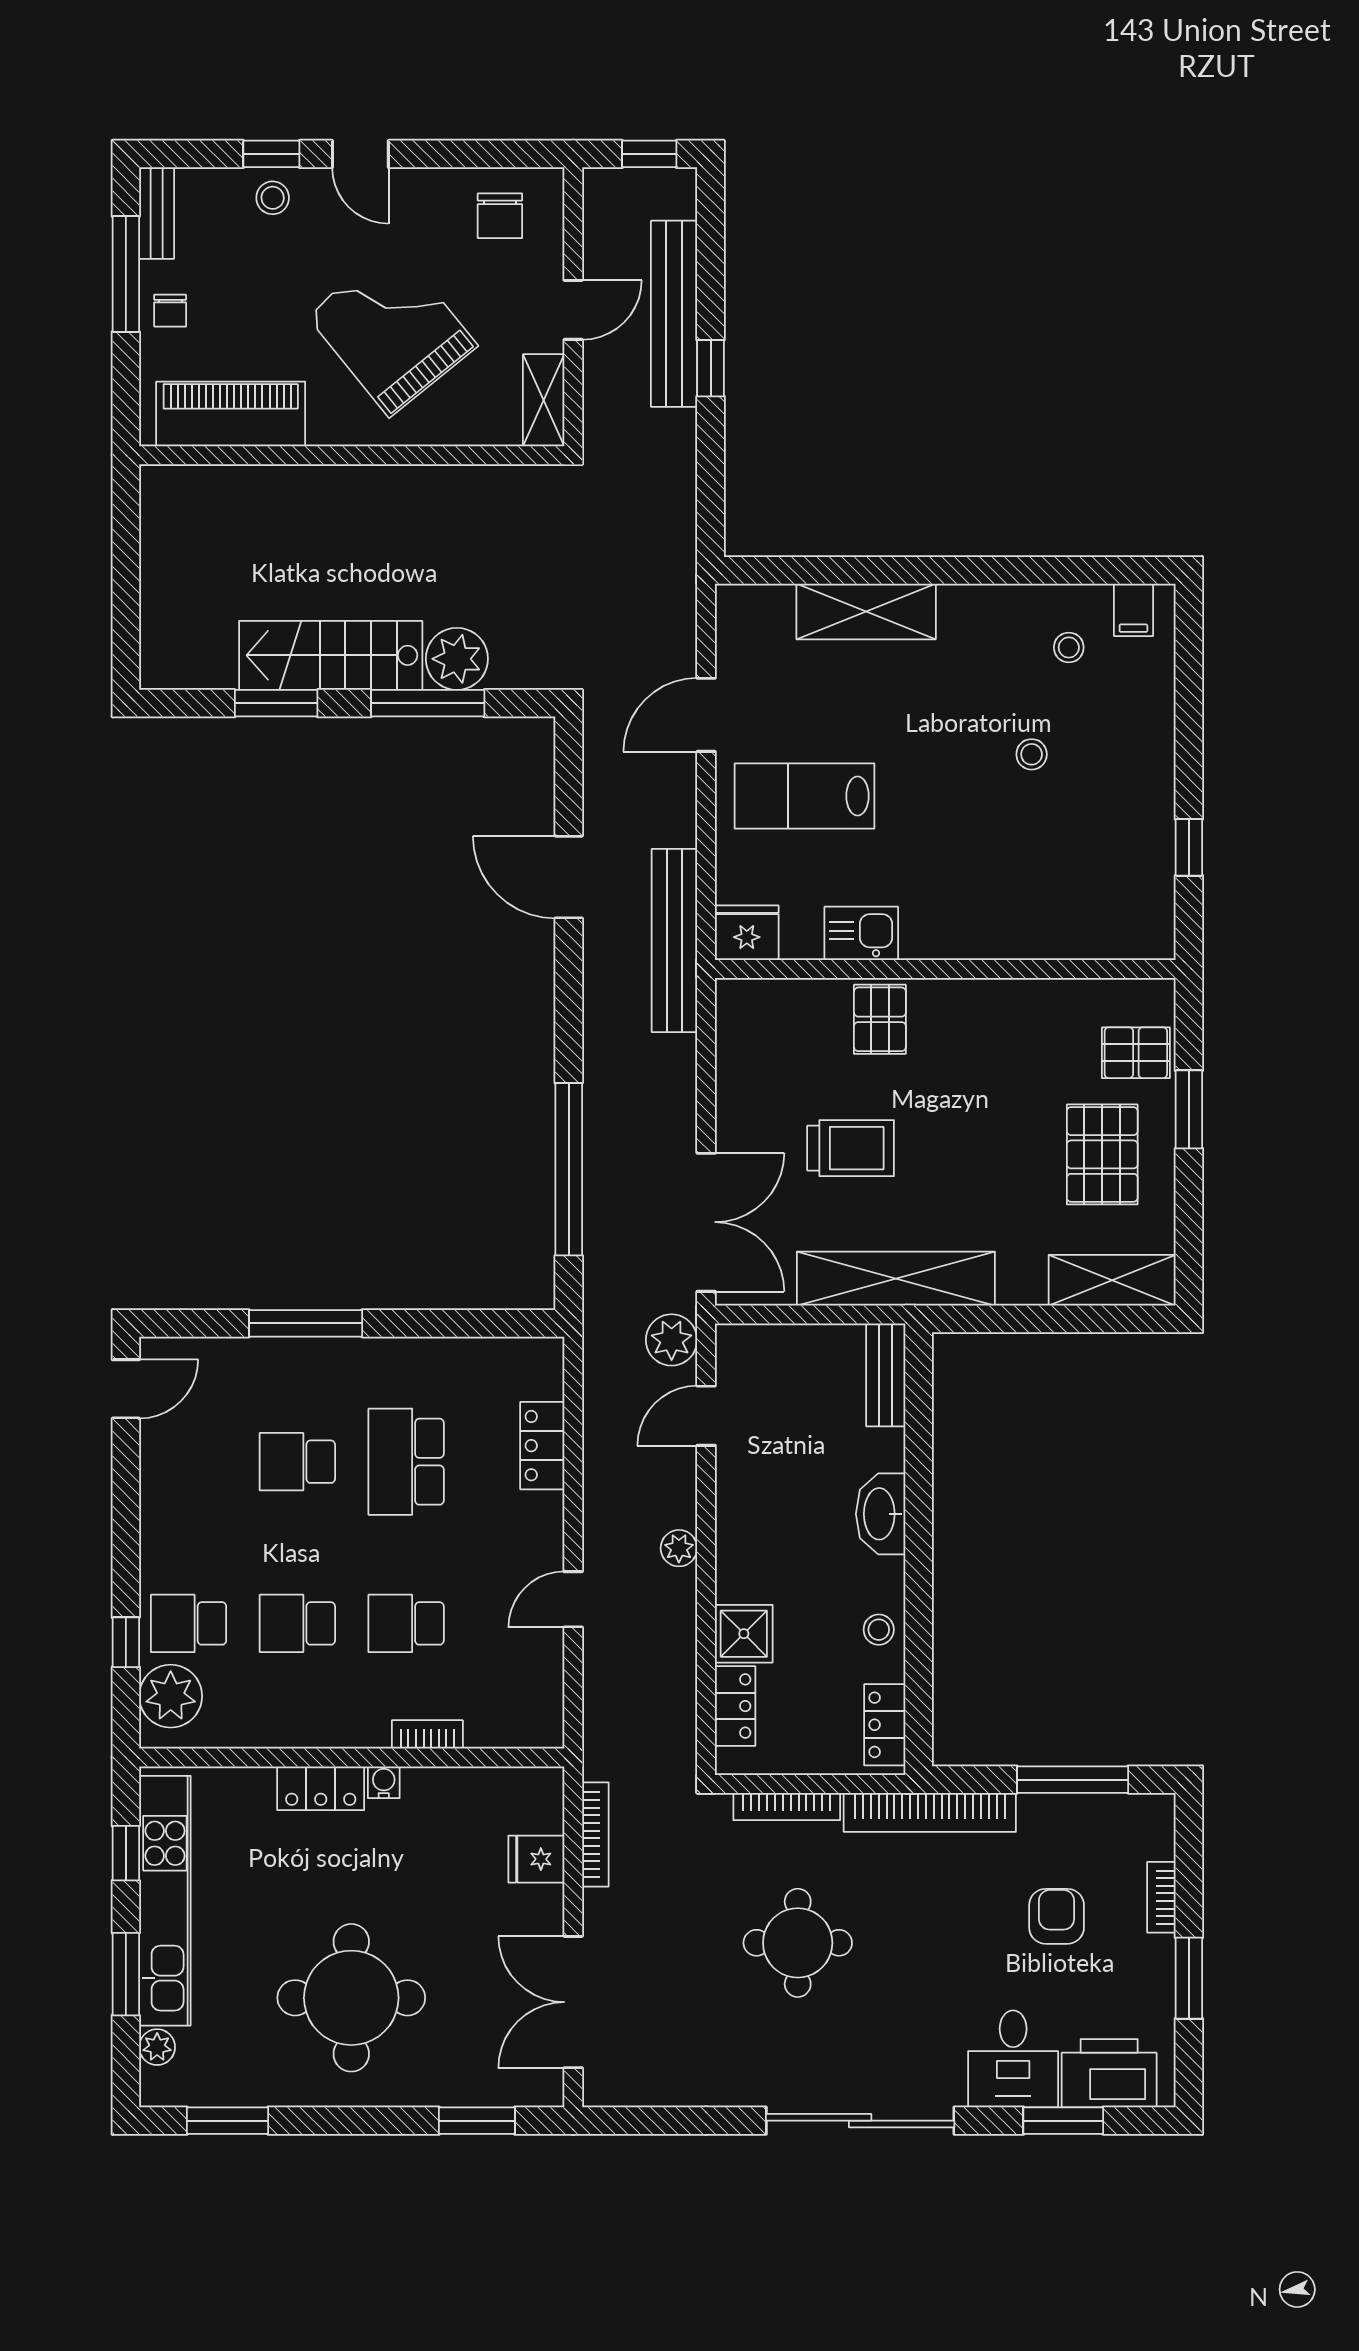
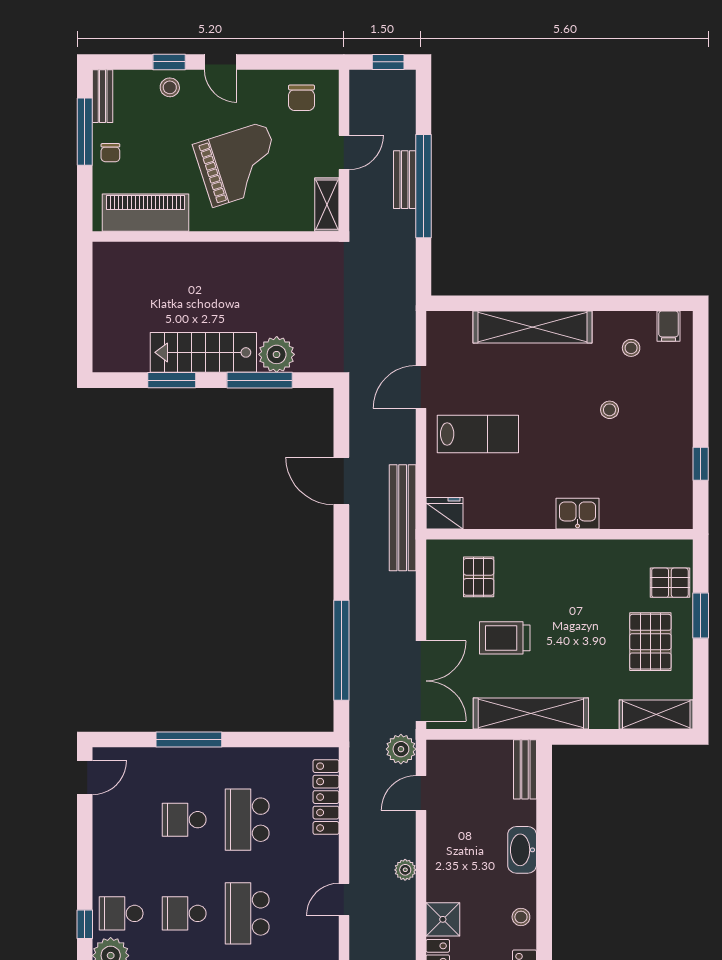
bench: (674, 314) -> (405, 180), width x0.54, depth x0.82
grand piano: (392, 331) -> (239, 164), turned 111
window: (711, 368) -> (423, 186), width x3.17
shelving: (866, 611) -> (533, 327), width x1.47
lab bench: (804, 796) -> (478, 434), turned 180
kitchen sink: (861, 933) -> (578, 514), moved
pallet: (880, 1019) -> (479, 577), moved
trolley: (851, 1148) -> (505, 638), turned 180
locker: (542, 1446) -> (326, 797), width x1.53
school desk: (406, 1623) -> (247, 913), width x1.85

